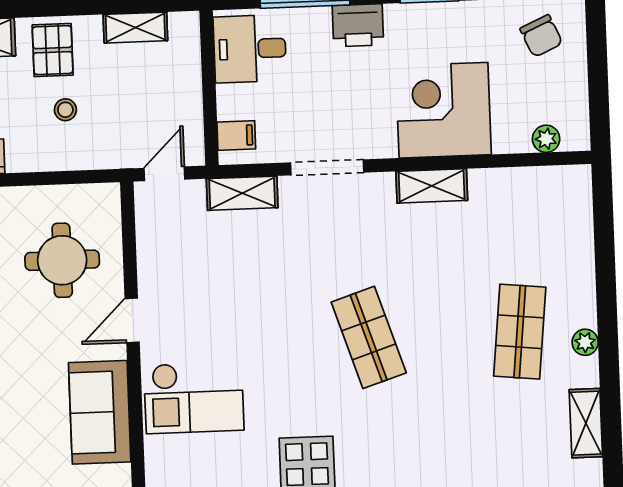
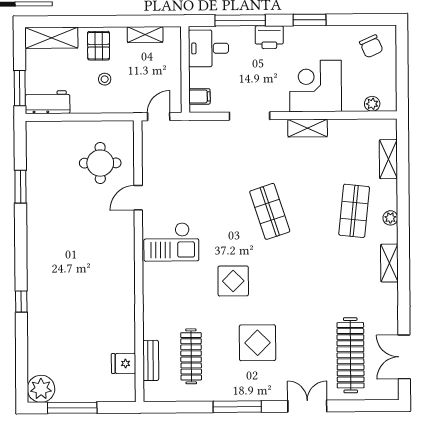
shelving: (242, 193) -> (388, 159), moved, turned 90
sofa: (100, 412) -> (118, 248), removed

